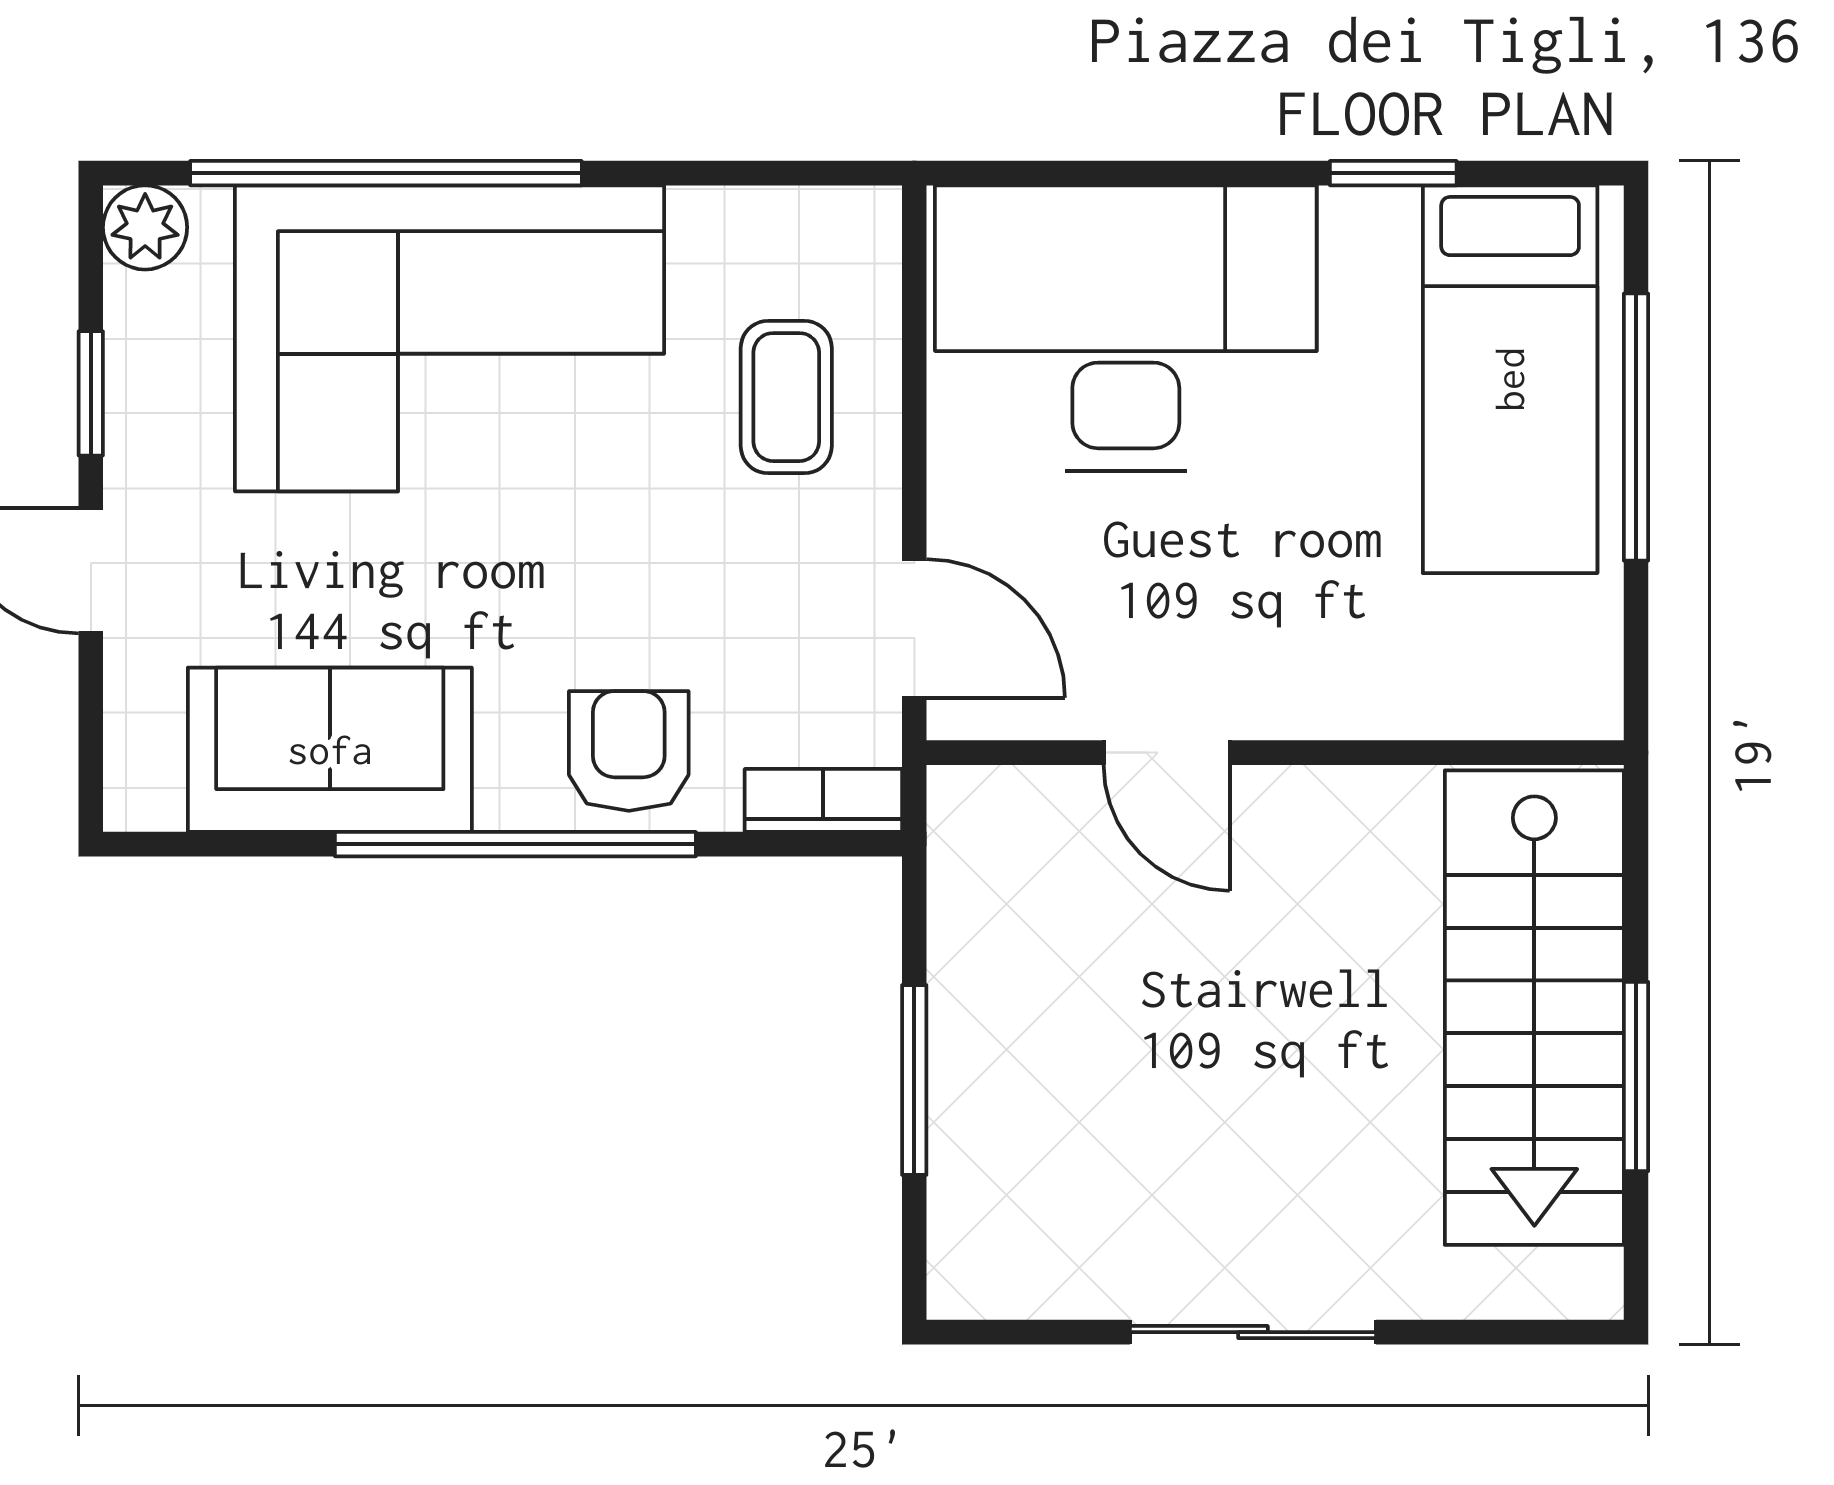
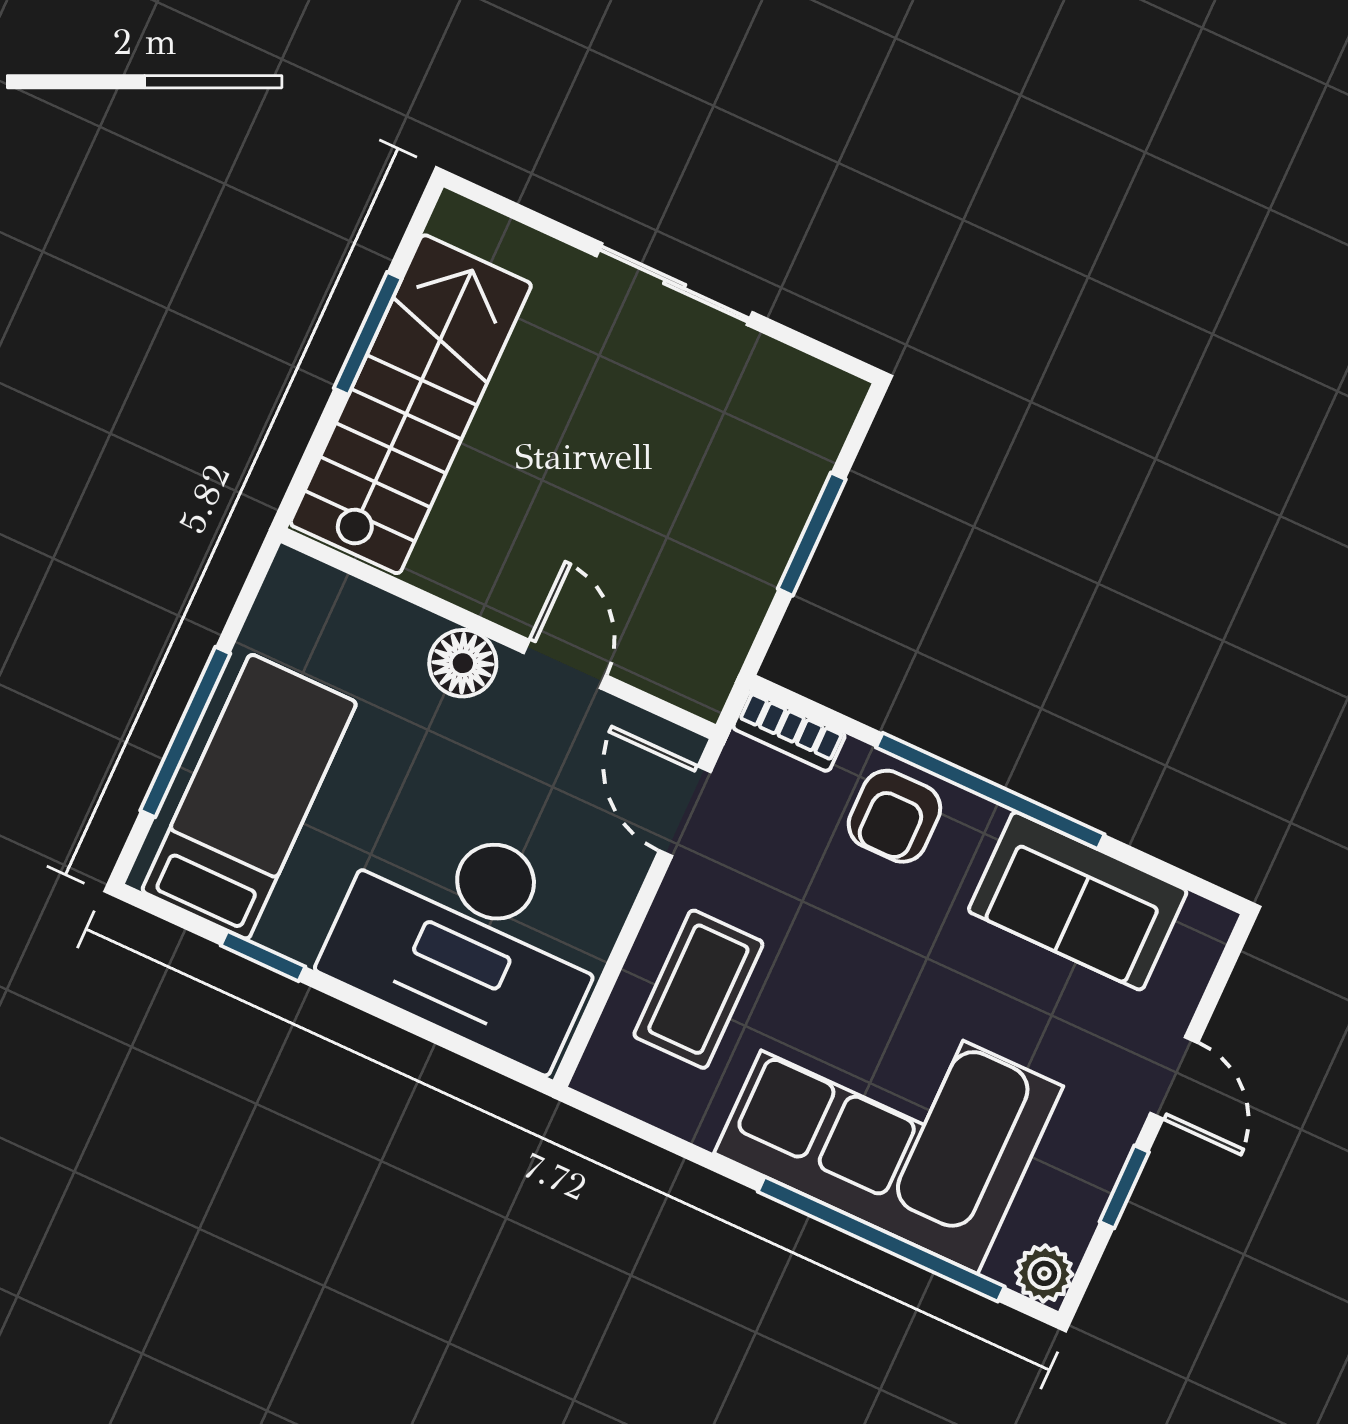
coffee table: (786, 397) -> (698, 989), width x1.36, depth x1.30
floor lamp: (1305, 691) -> (463, 663), added

